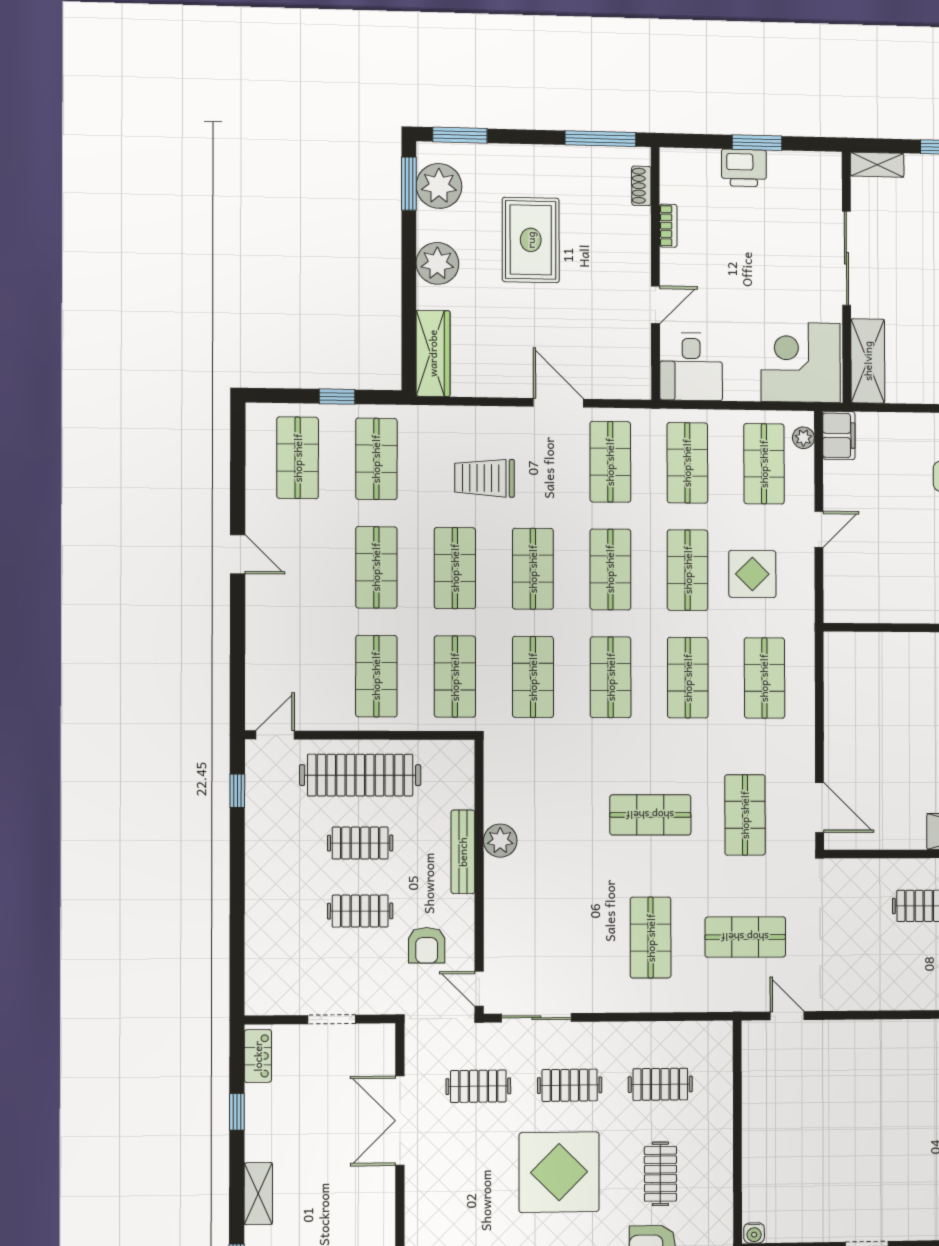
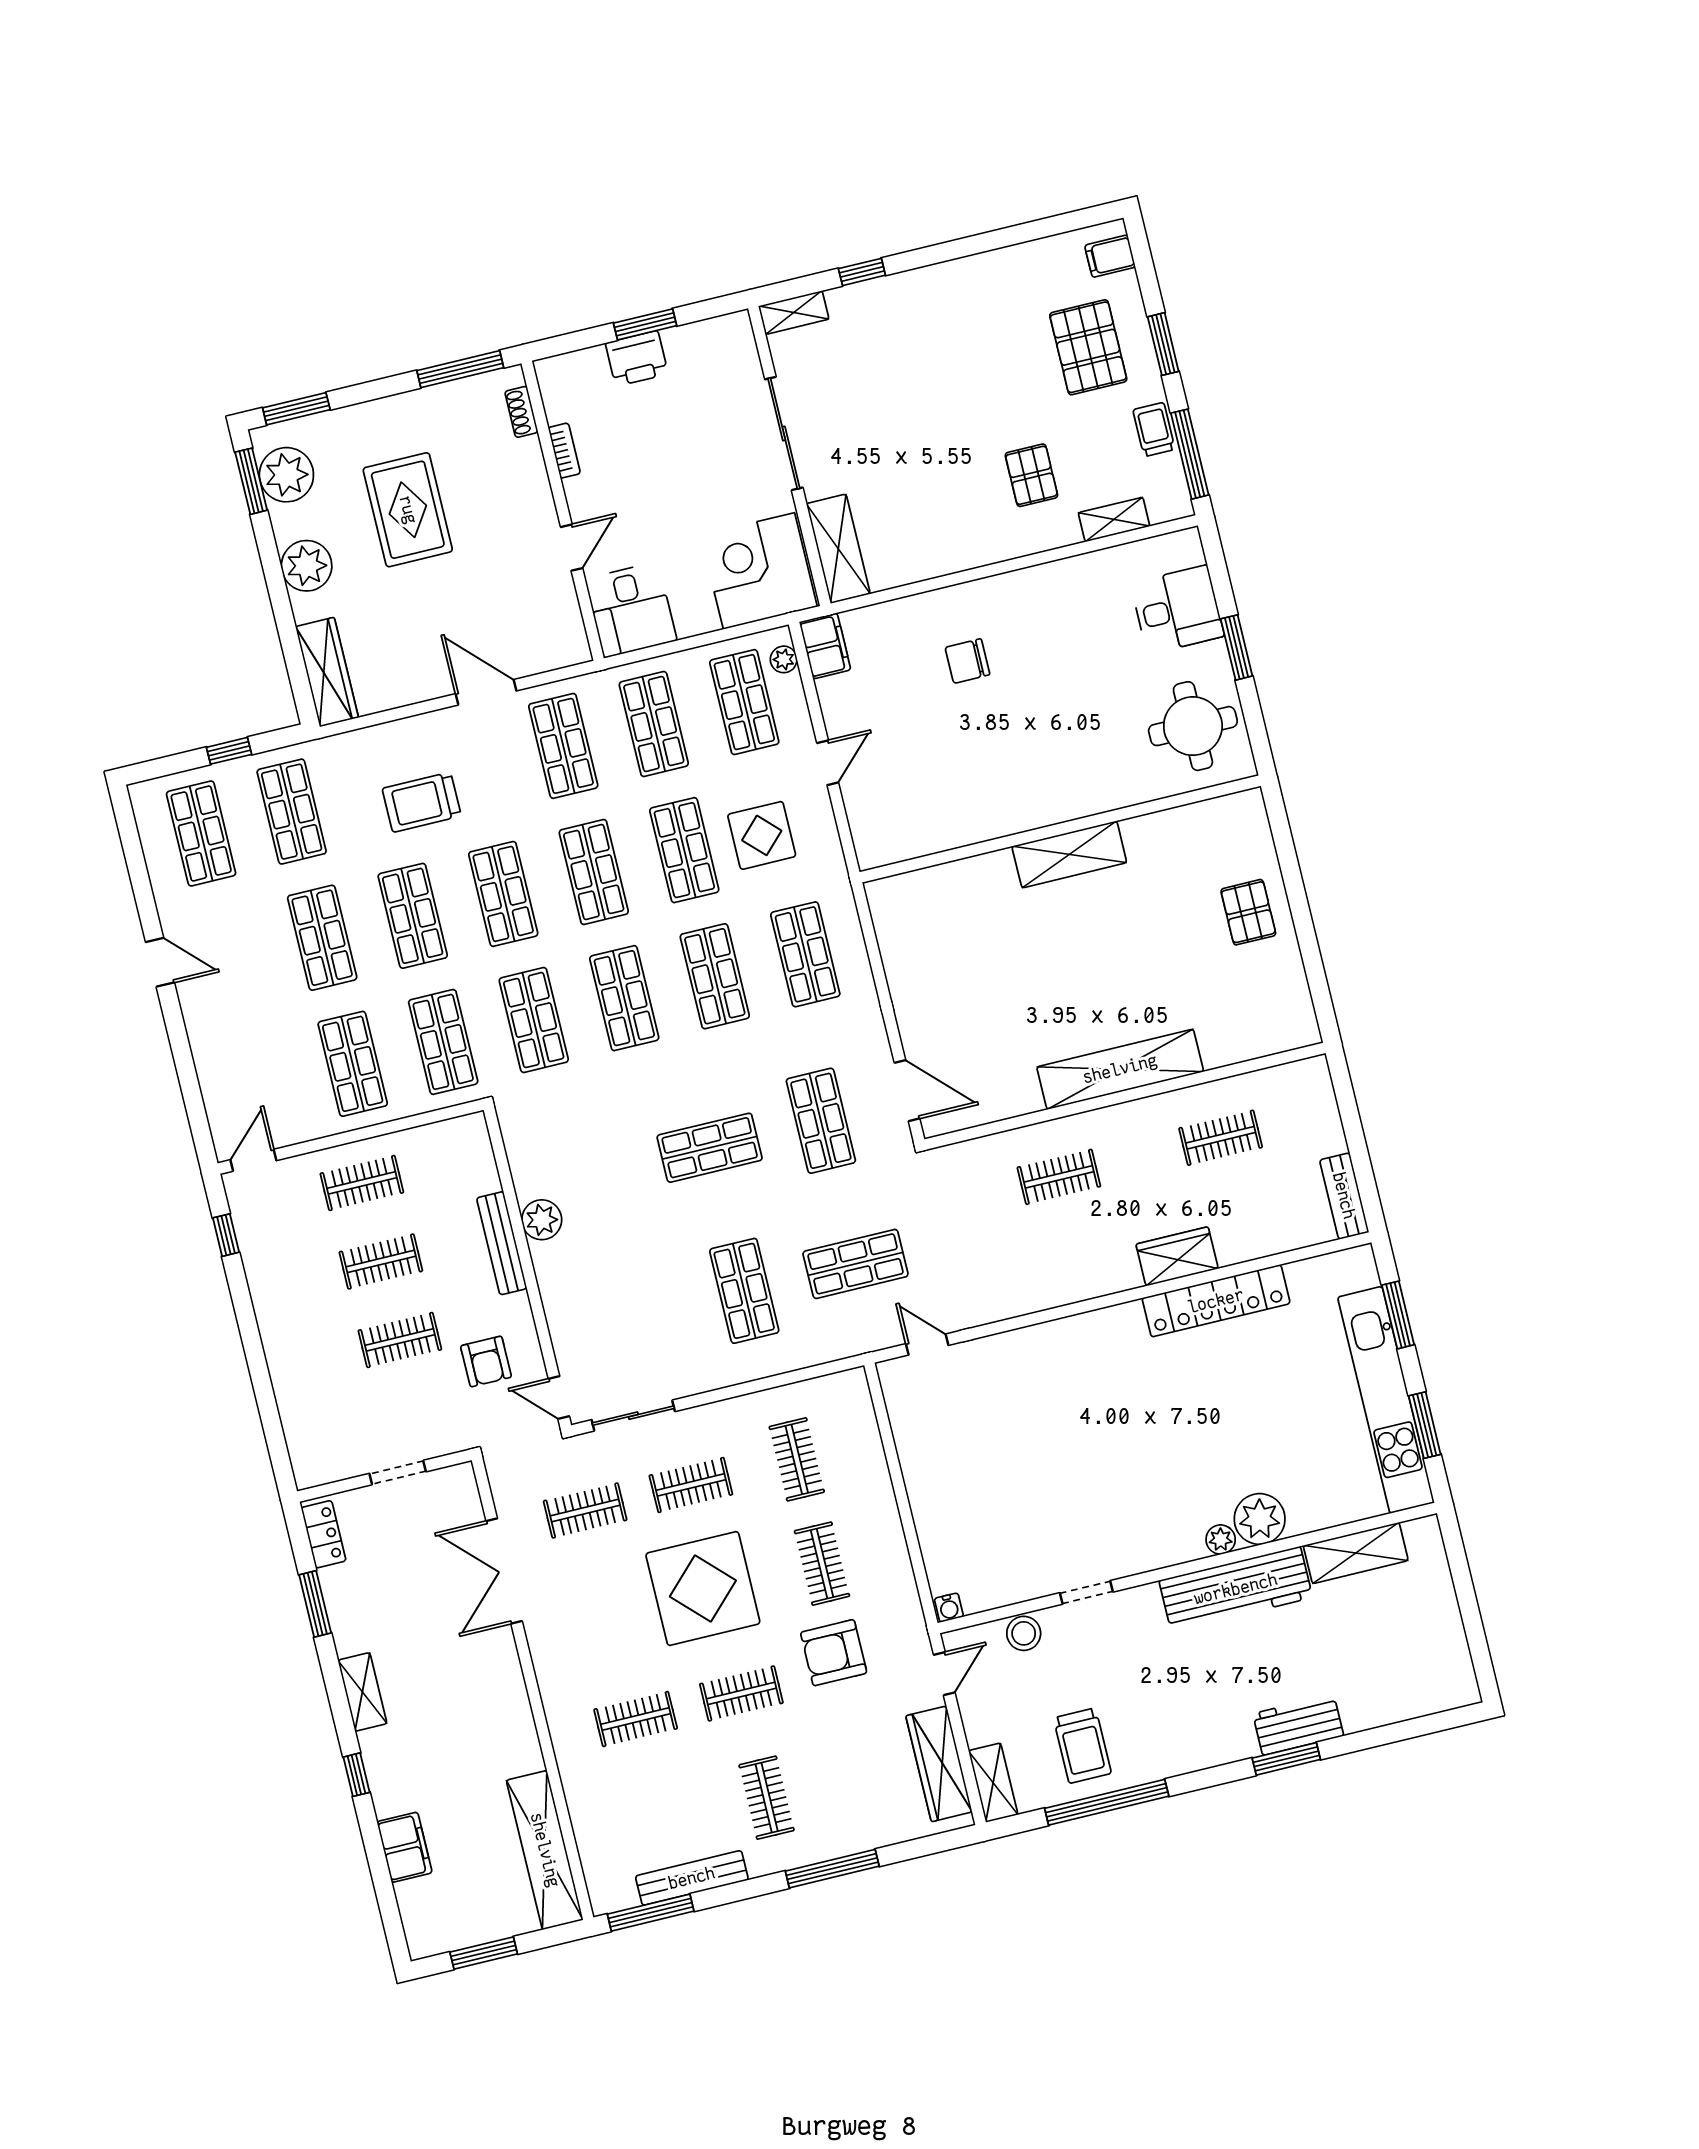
clothes rail: (360, 775) -> (362, 1183), width x0.54, depth x0.76
clothes rail: (660, 1084) -> (797, 1459), turned 90
window: (237, 1112) -> (315, 1604), width x1.50

